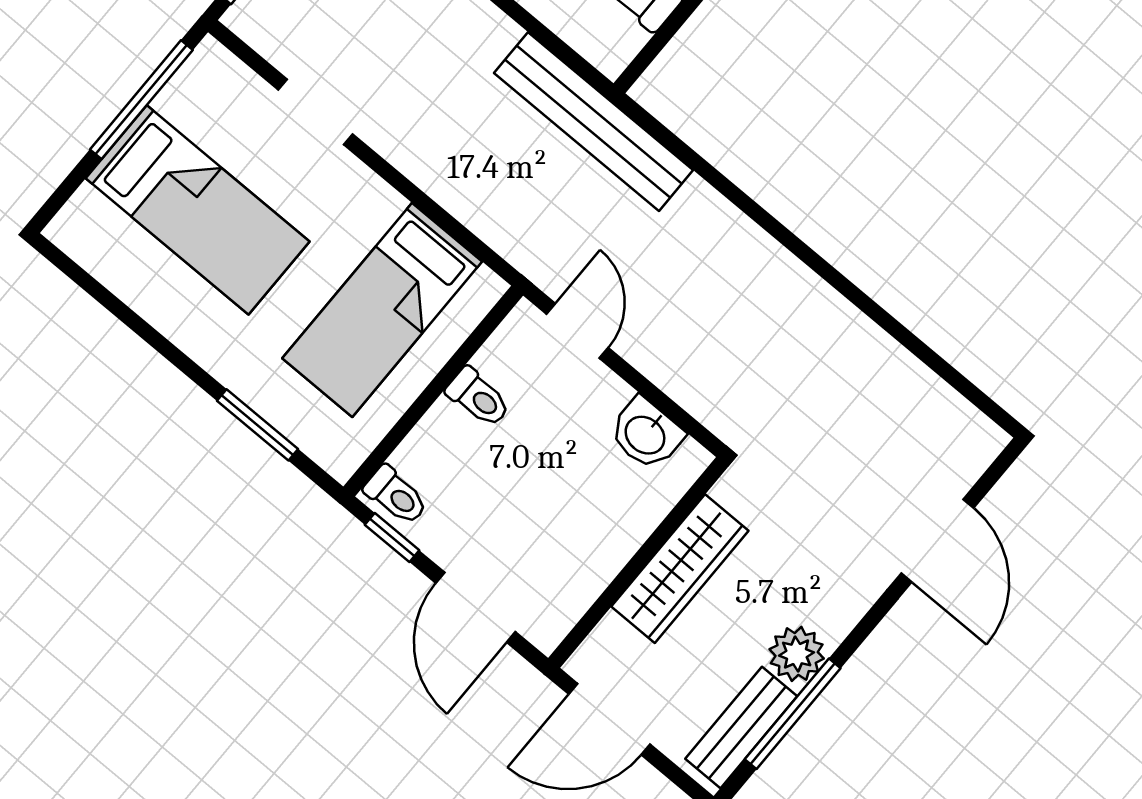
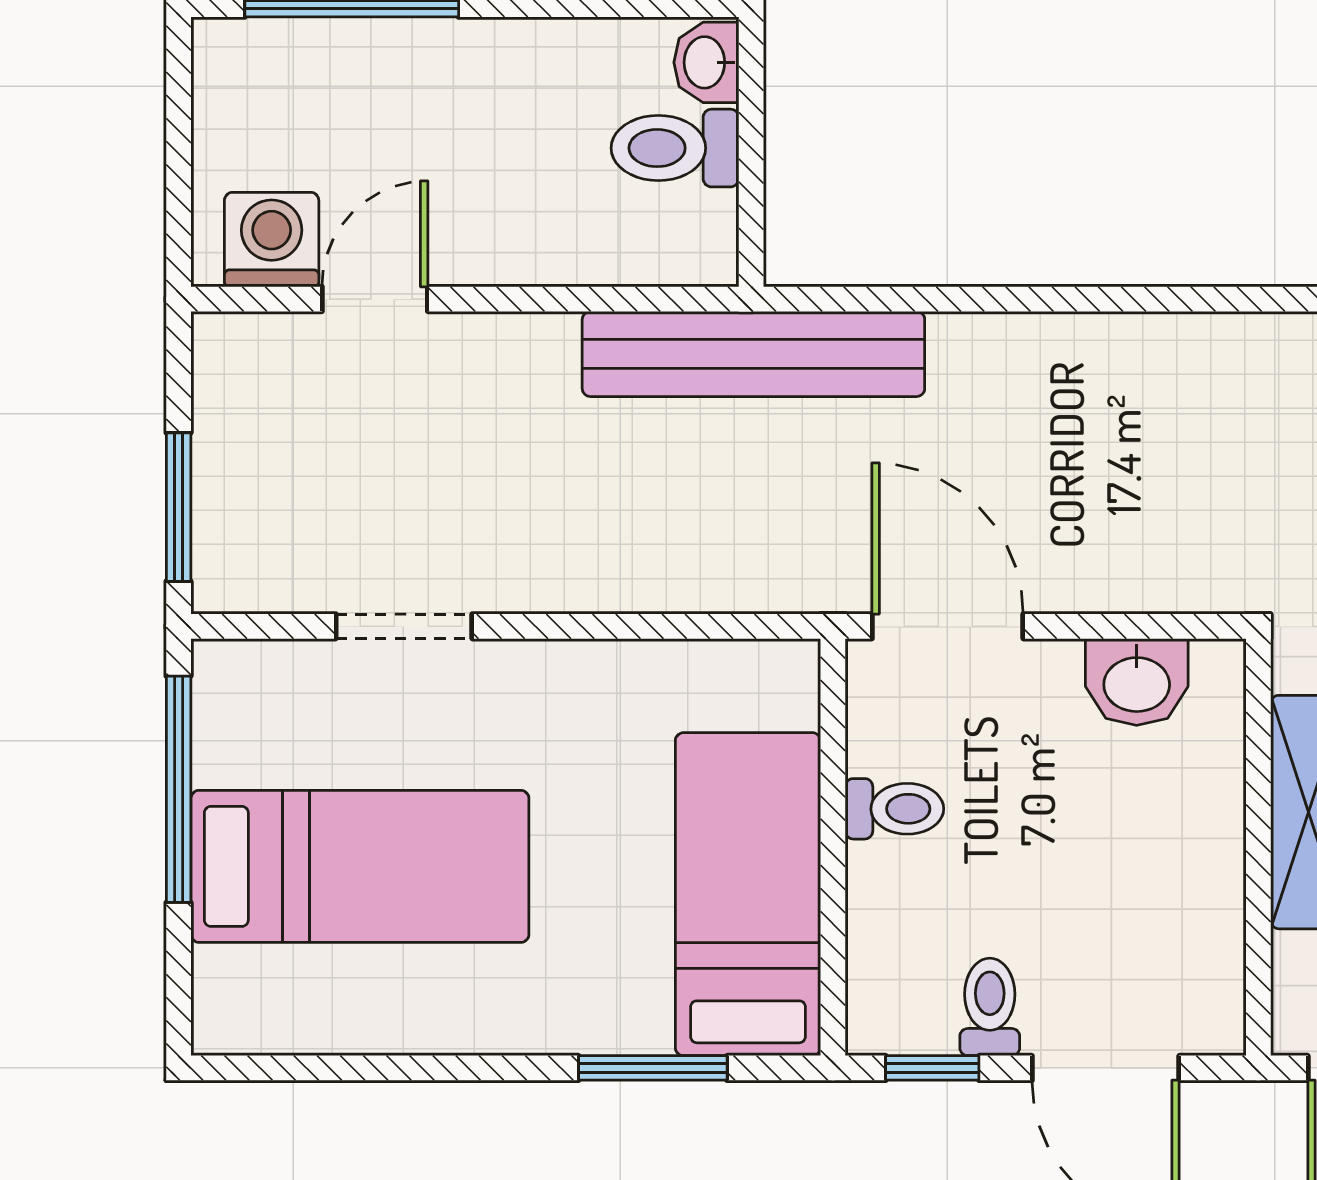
bed: (382, 310) -> (748, 894), moved, turned 180
door: (577, 331) -> (948, 626), width x1.38
toilet: (396, 495) -> (990, 1007), moved, turned -90

